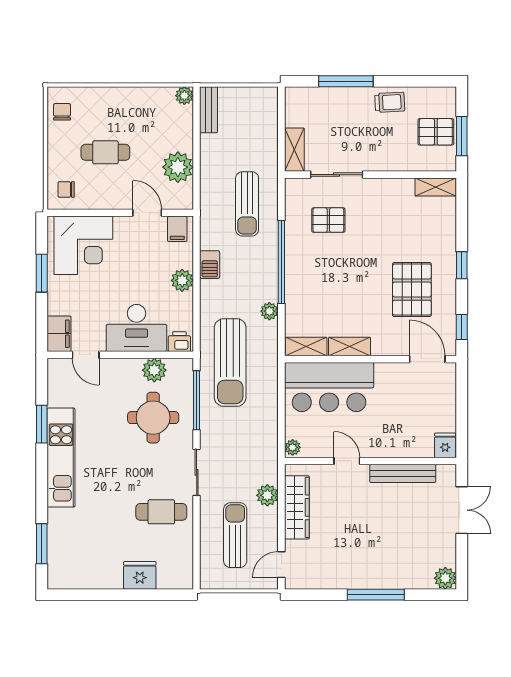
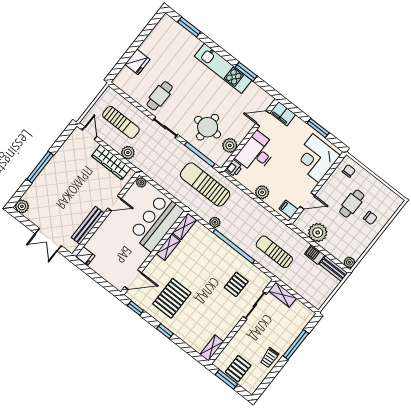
chair: (62, 112) -> (370, 218), moved
barbecue: (210, 265) -> (315, 255), moved
pallet: (412, 290) -> (172, 298), turned 90

